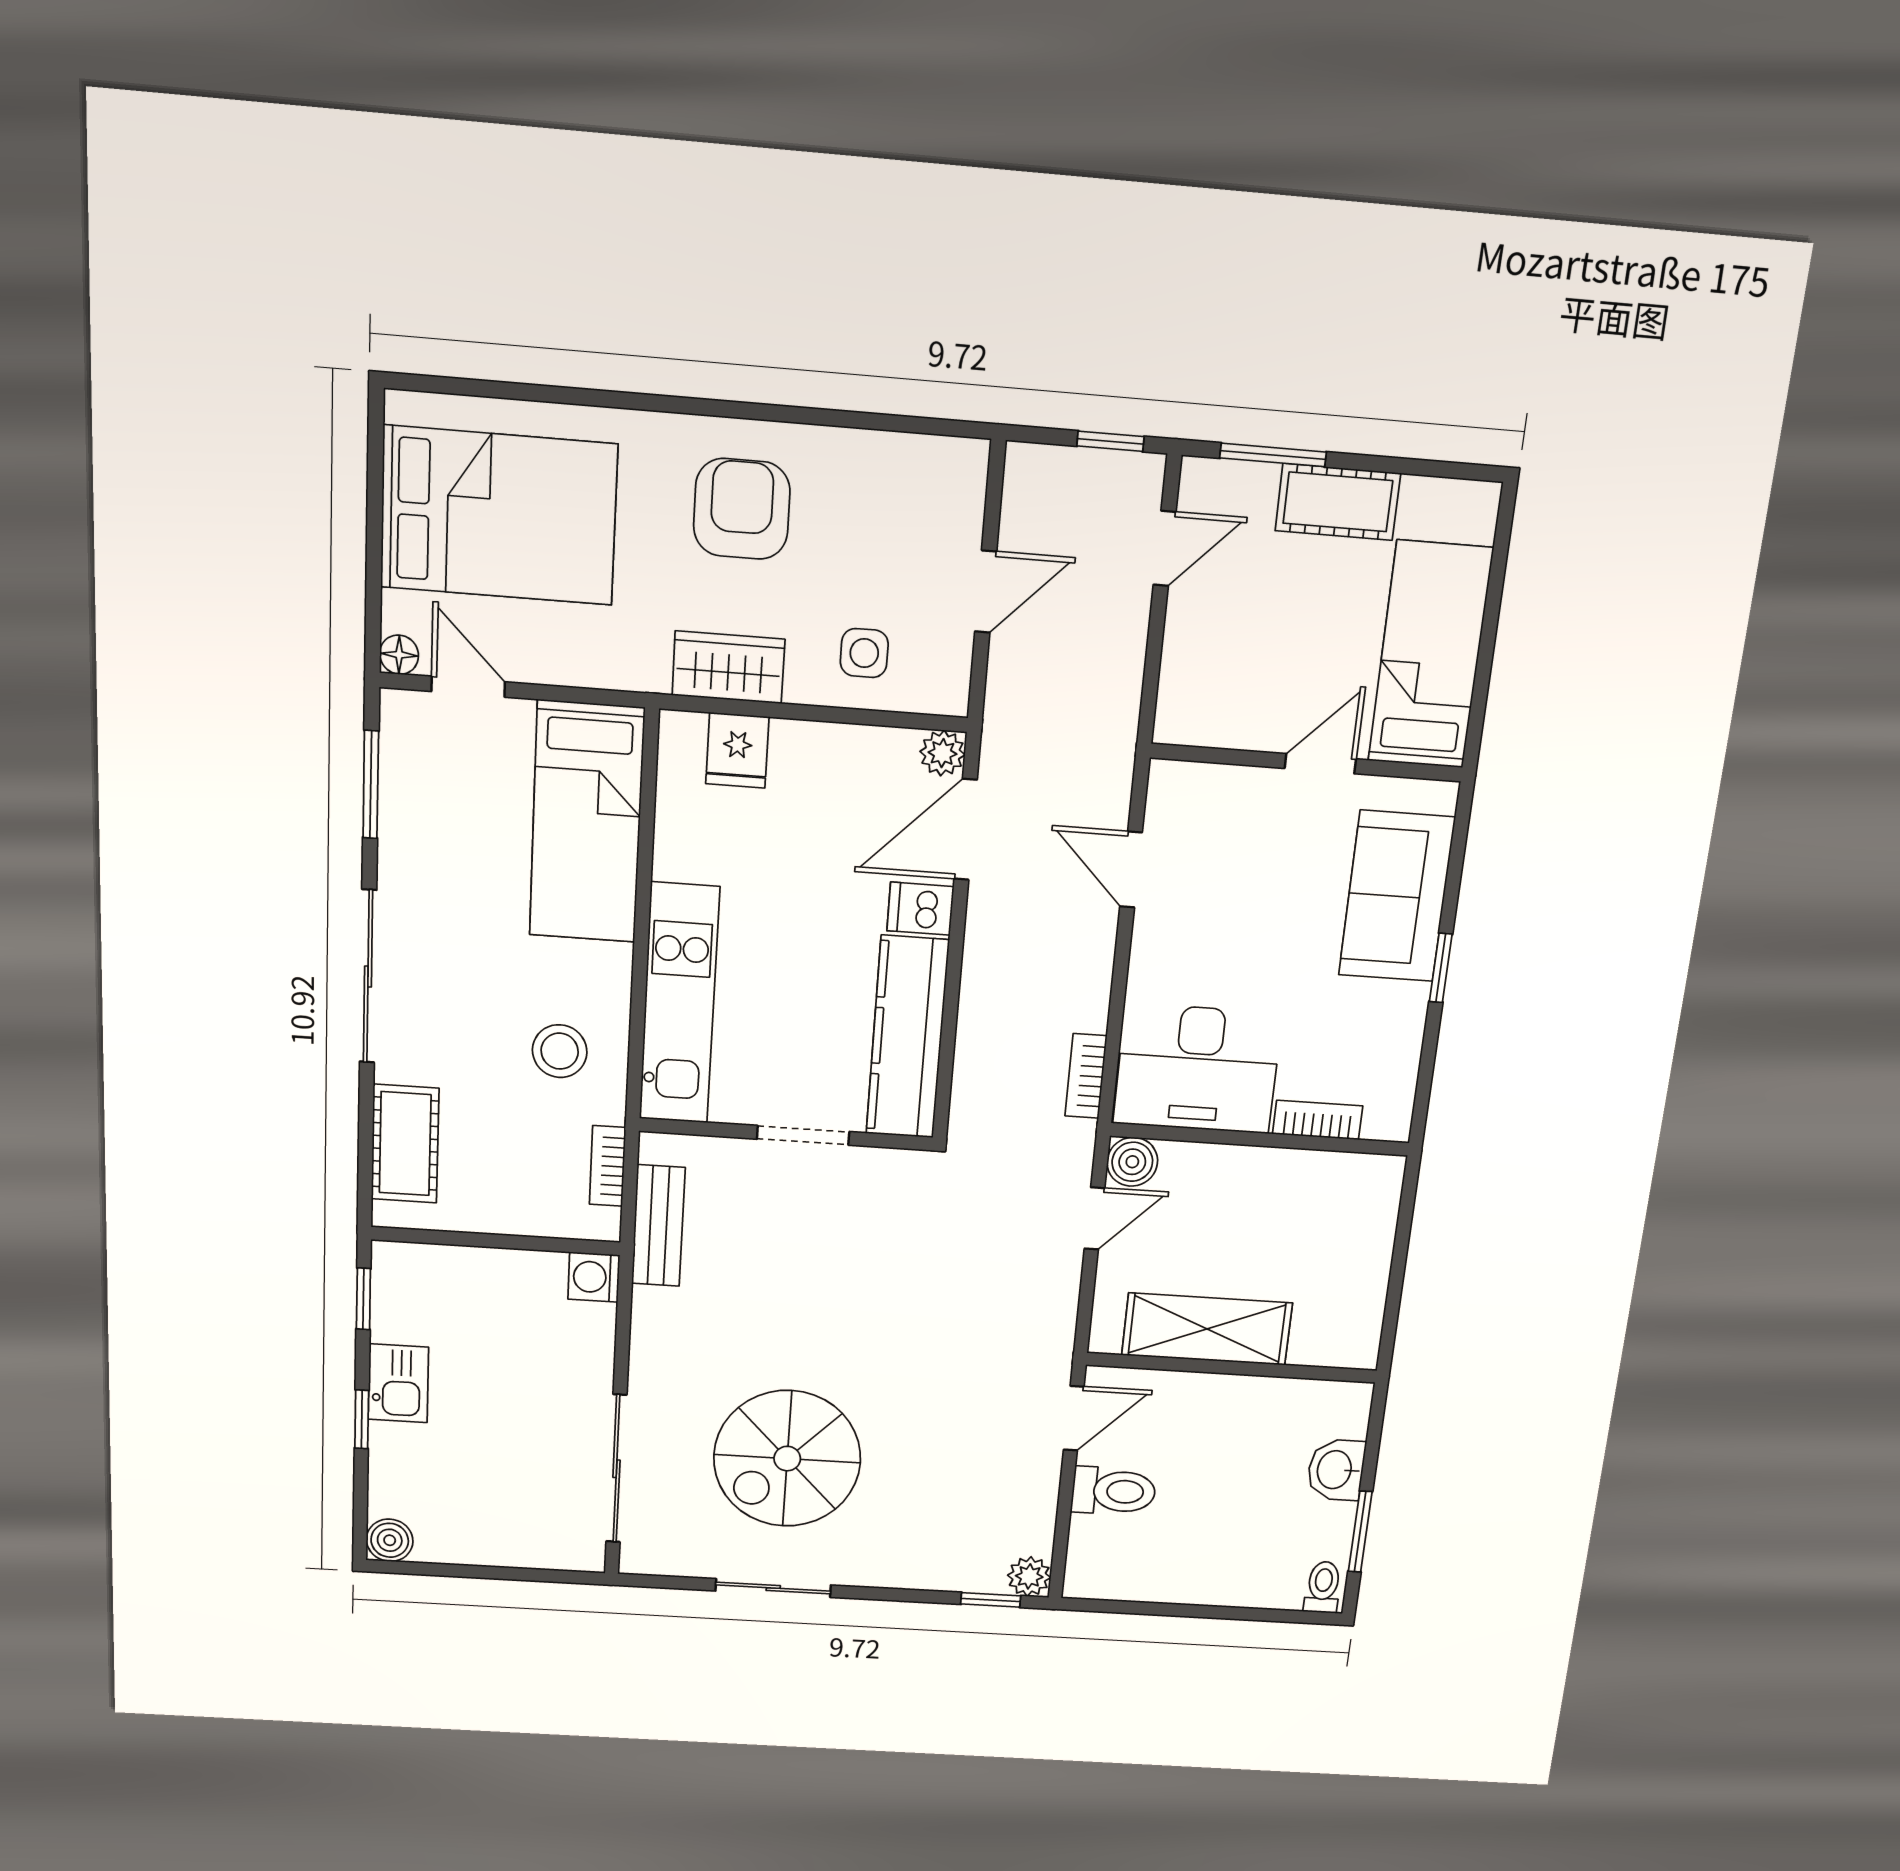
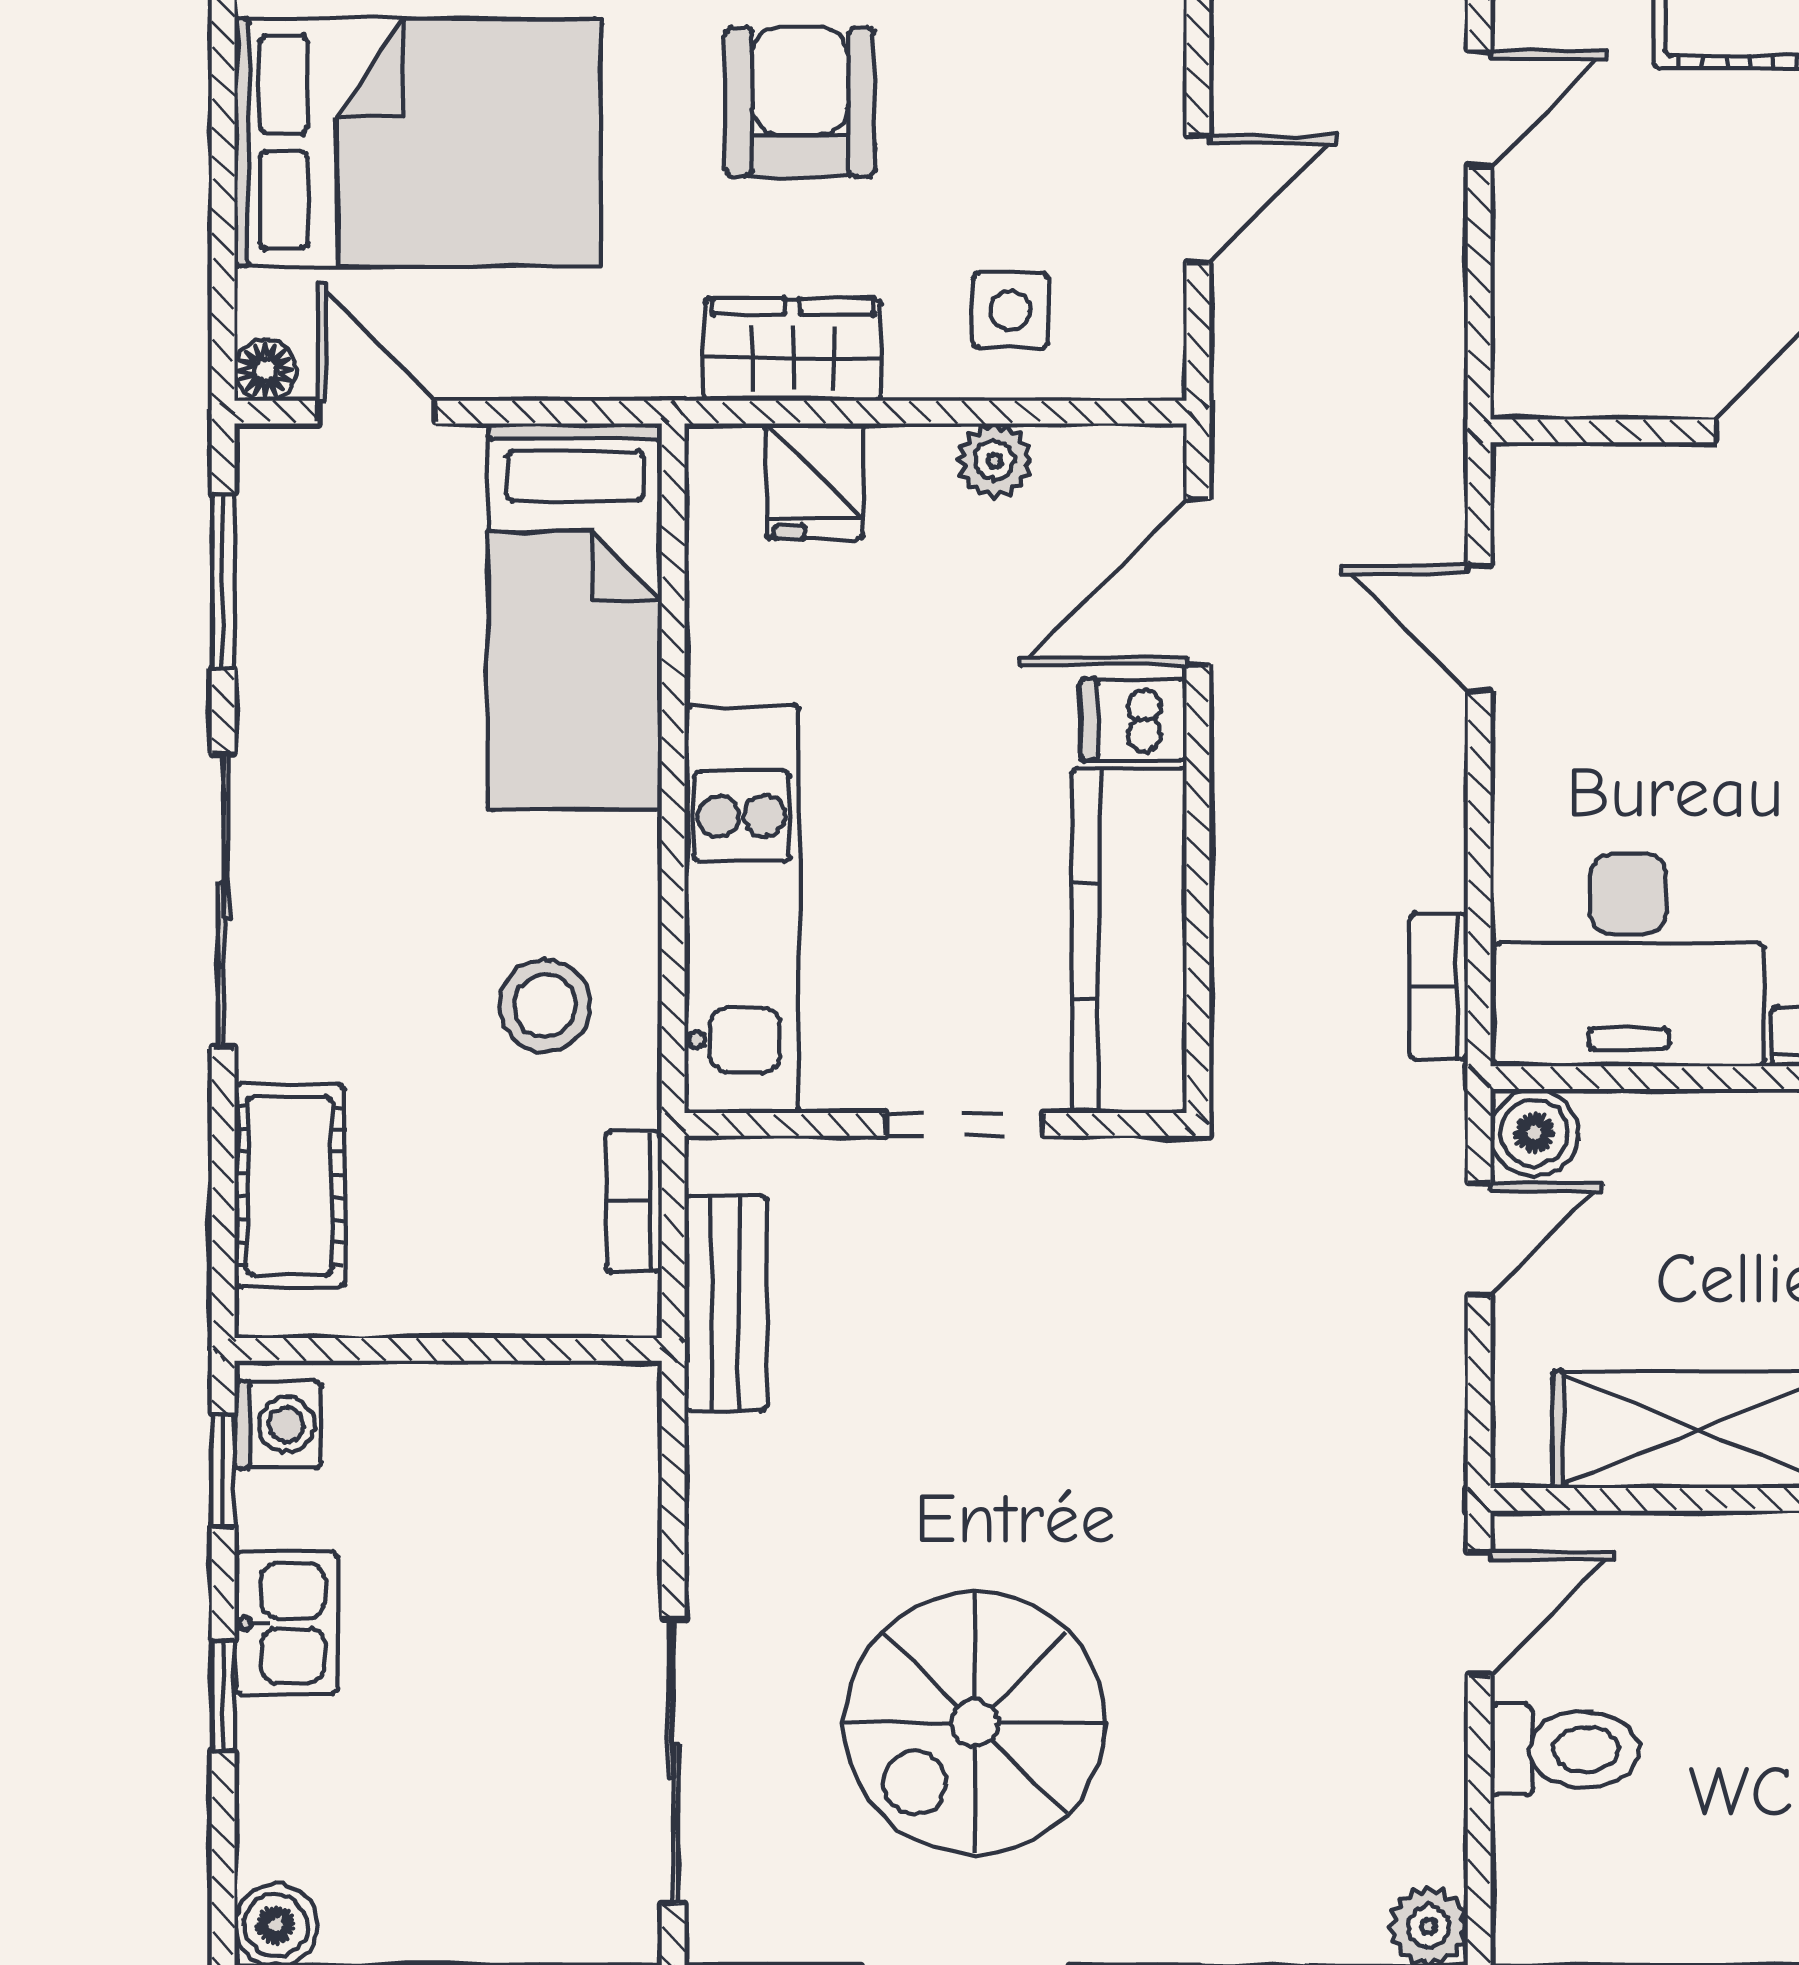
plant: (942, 753) -> (995, 461), moved
washing machine: (594, 1277) -> (278, 1425), moved, turned 180

